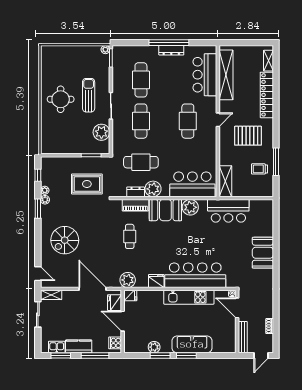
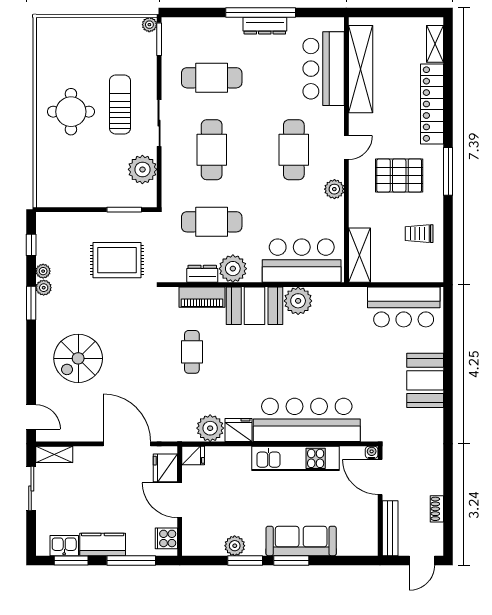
cafe table: (141, 80) -> (212, 78), turned 90
plant: (211, 143) -> (334, 189), added
window: (276, 162) -> (448, 171), moved
bar counter: (228, 211) -> (404, 307), moved
plant: (128, 280) -> (210, 428), moved

